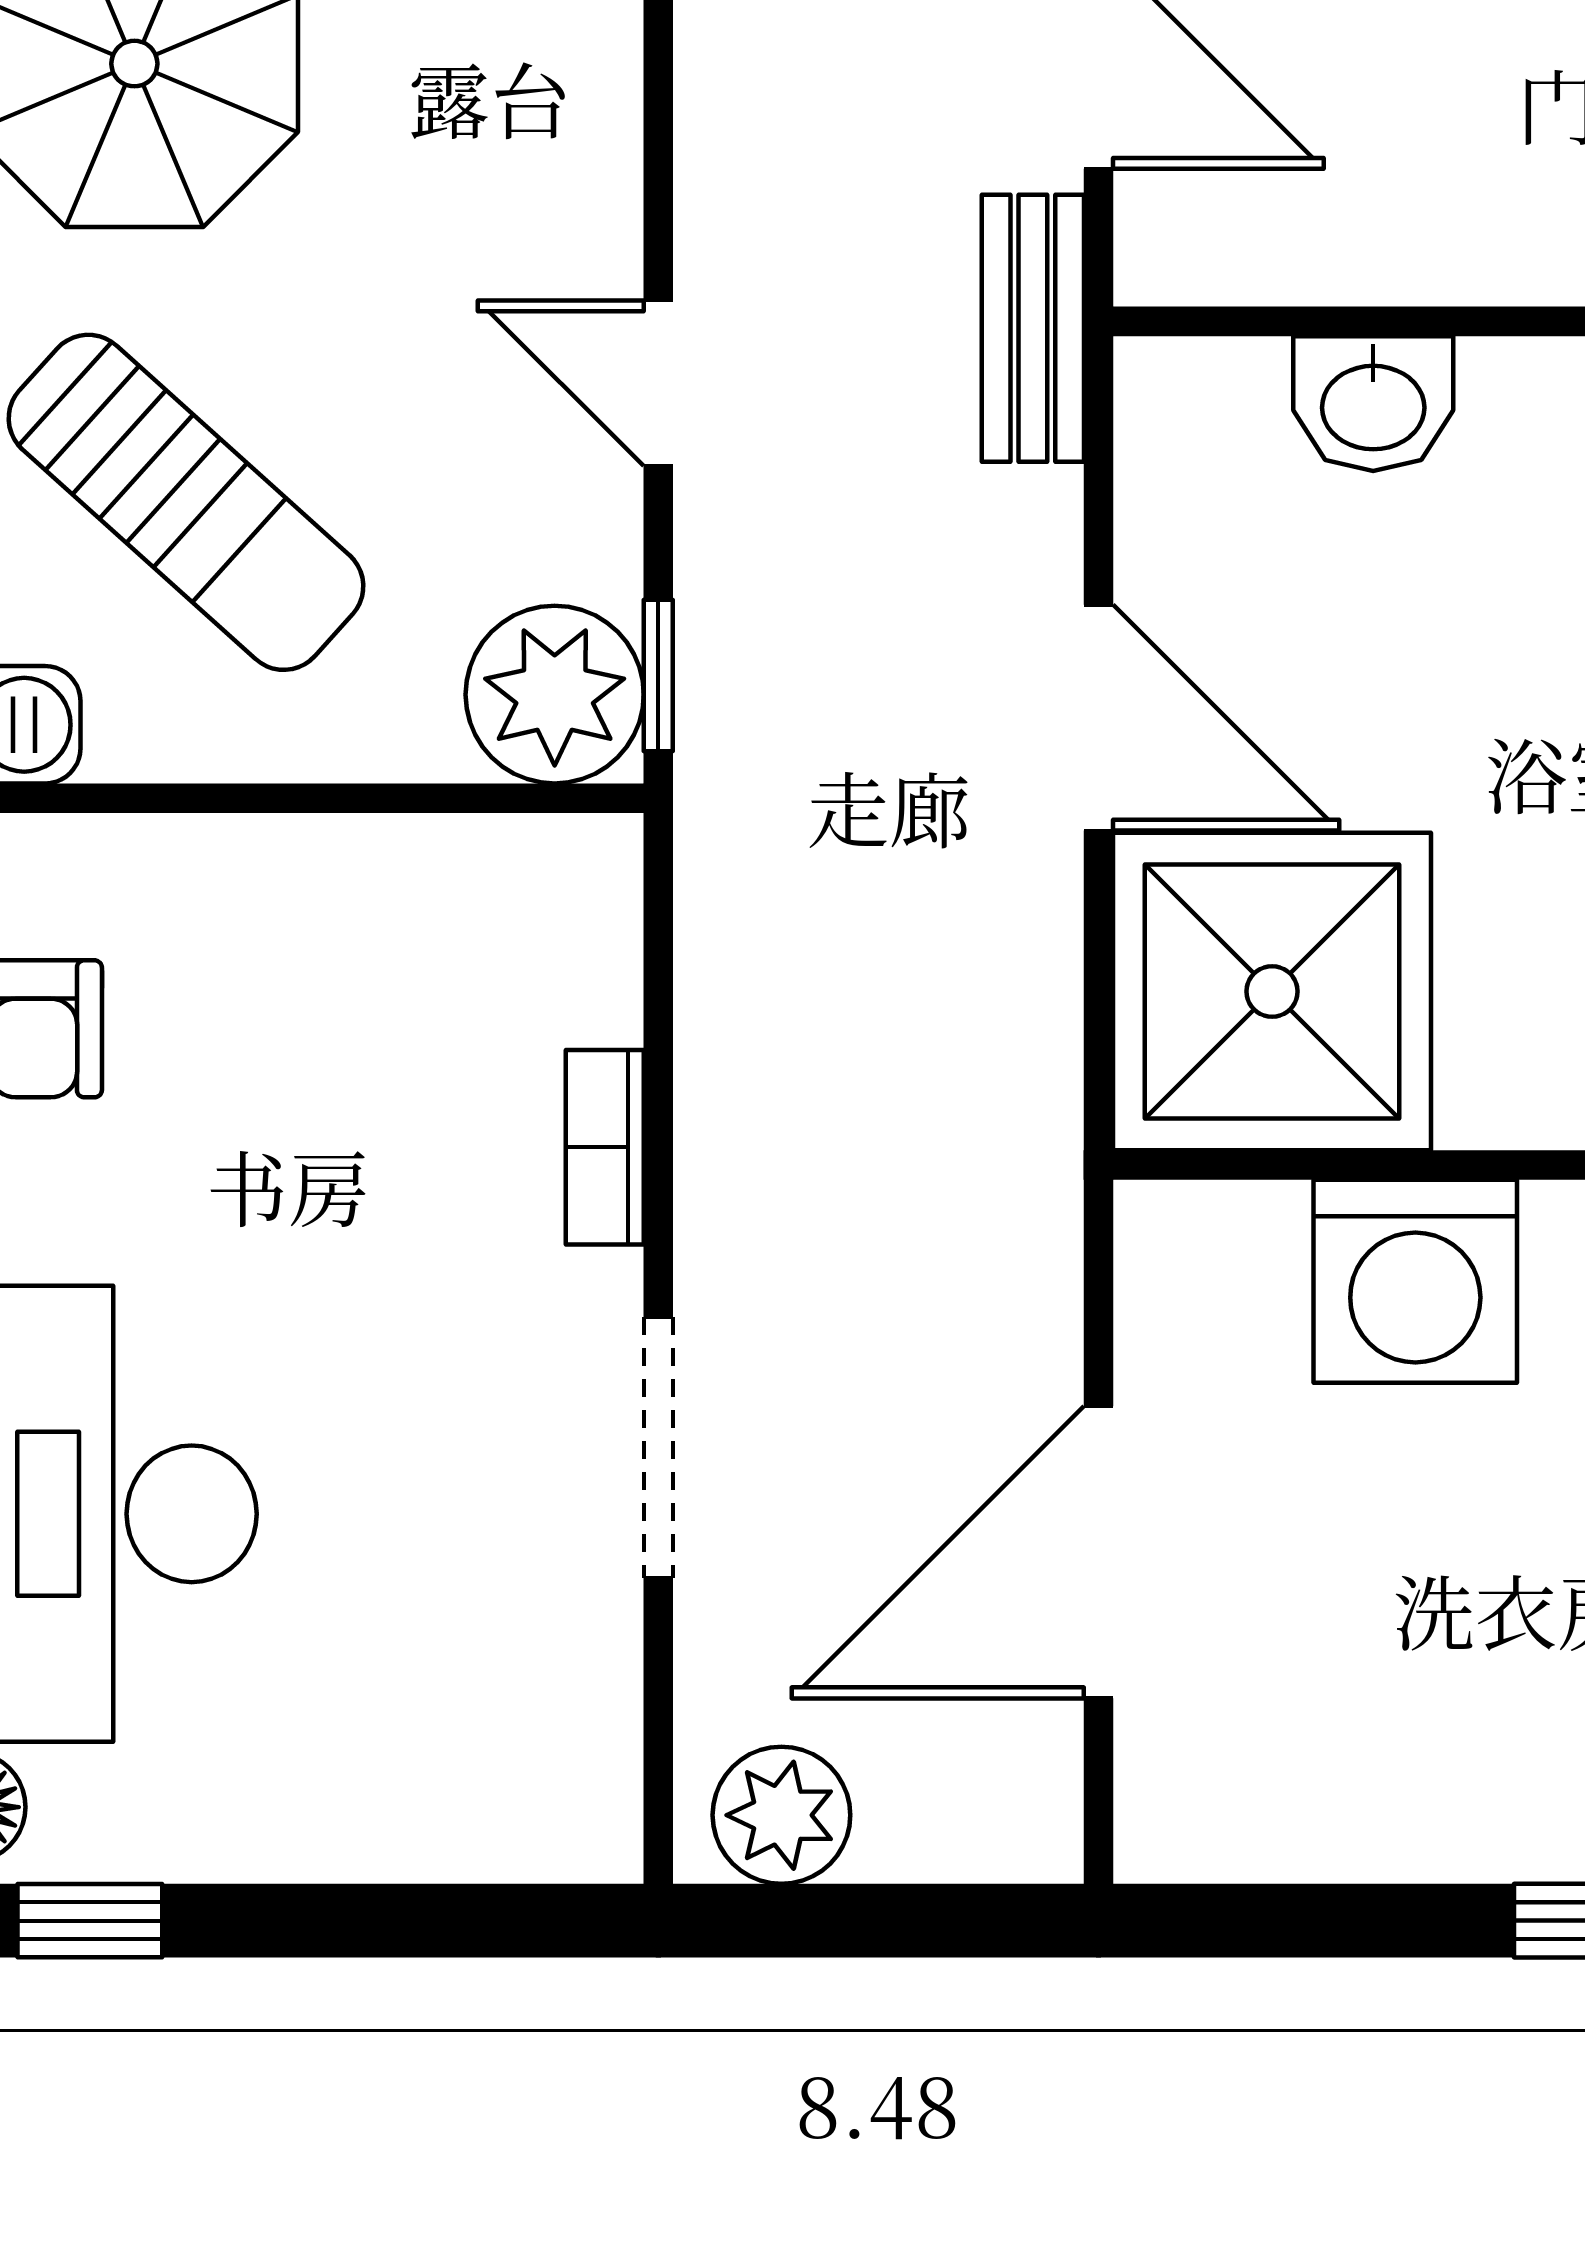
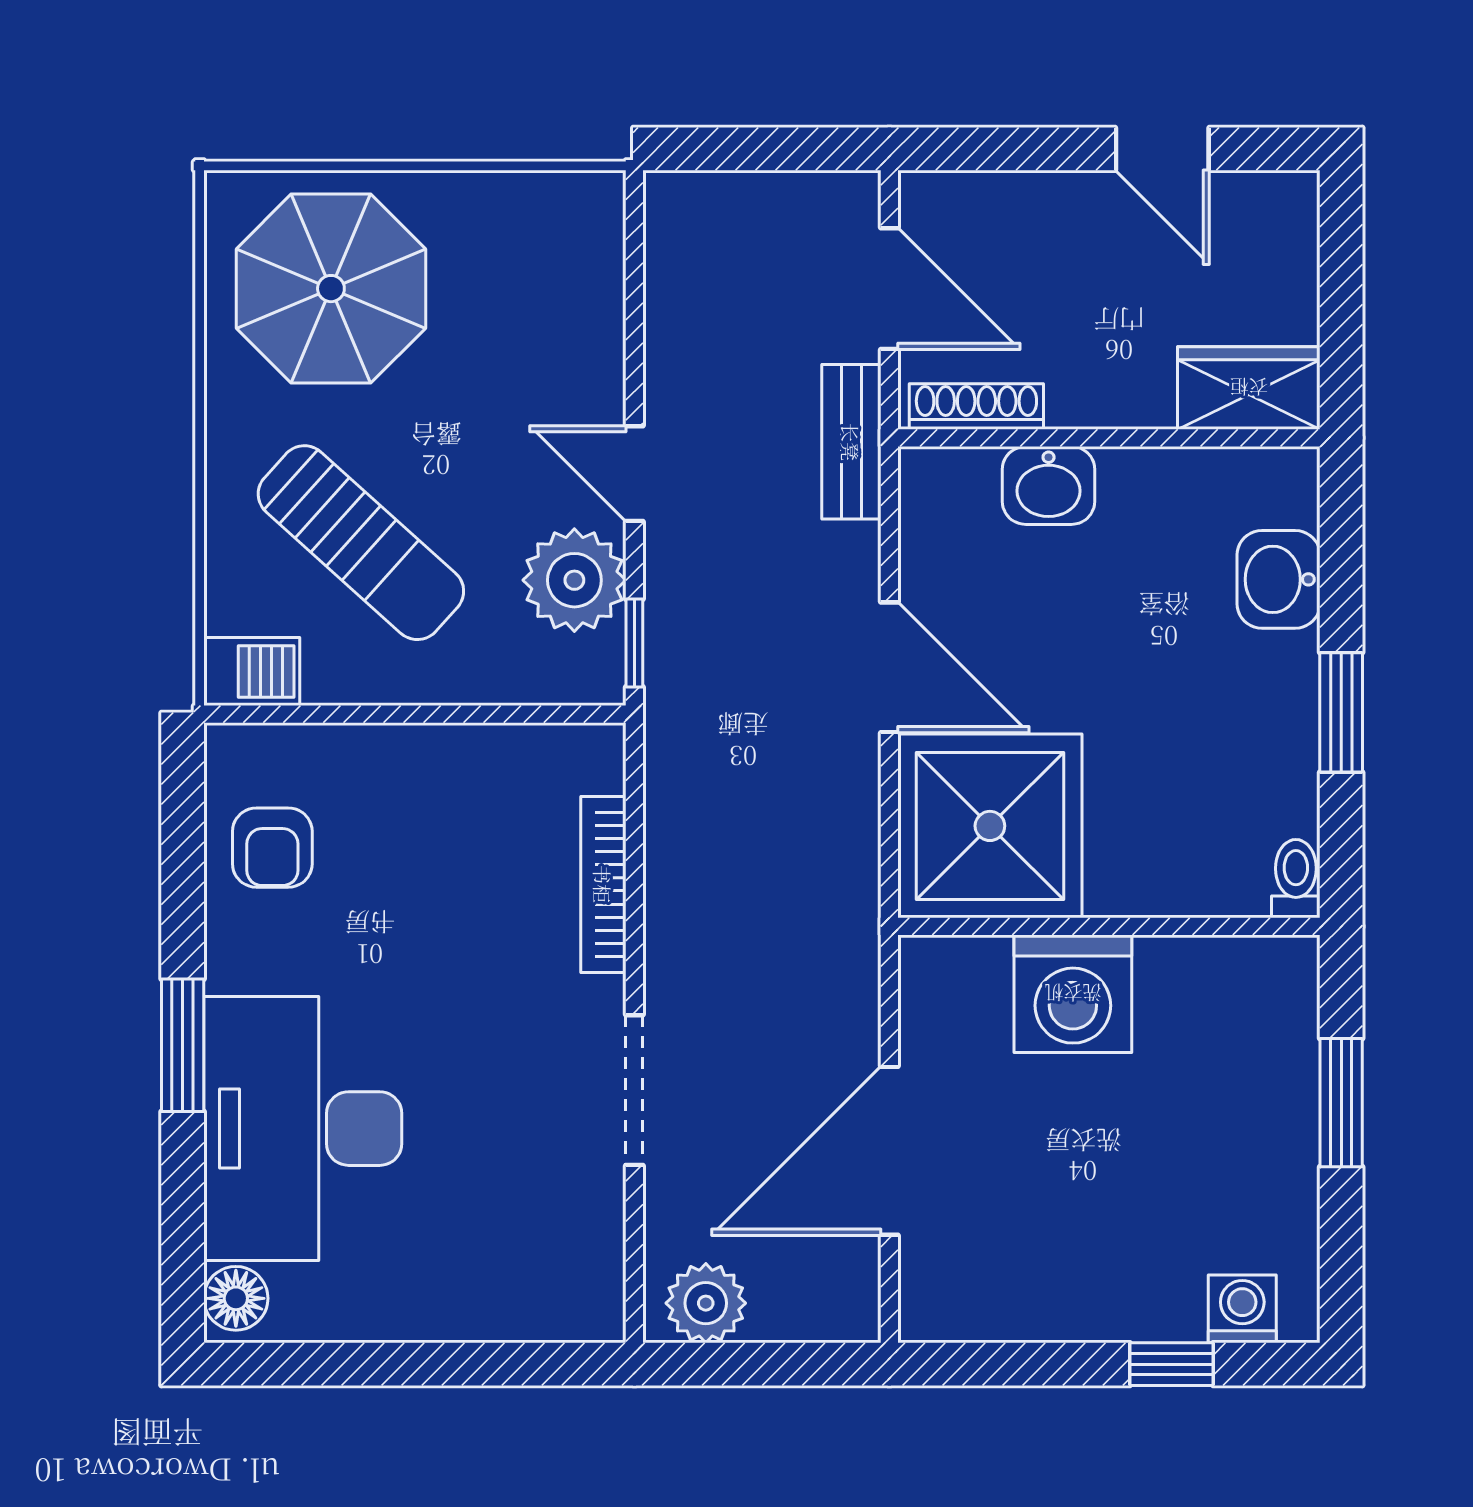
shoe rack: (1249, 267) -> (976, 407), added
plant: (555, 695) -> (574, 580), moved
bookcase: (605, 1147) -> (603, 884), width x1.56
window: (90, 1921) -> (305, 1364), removed

